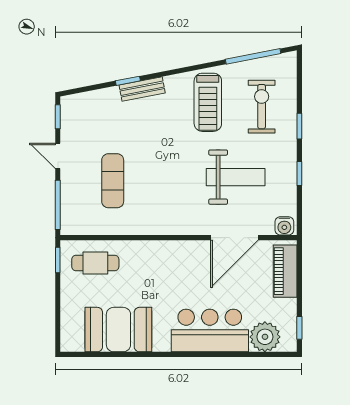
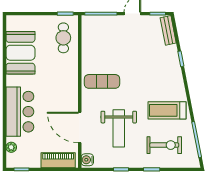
bench: (142, 89) -> (168, 30), moved
exercise mat: (113, 181) -> (102, 81), moved
plant: (265, 337) -> (11, 147), width x0.53, depth x0.53

